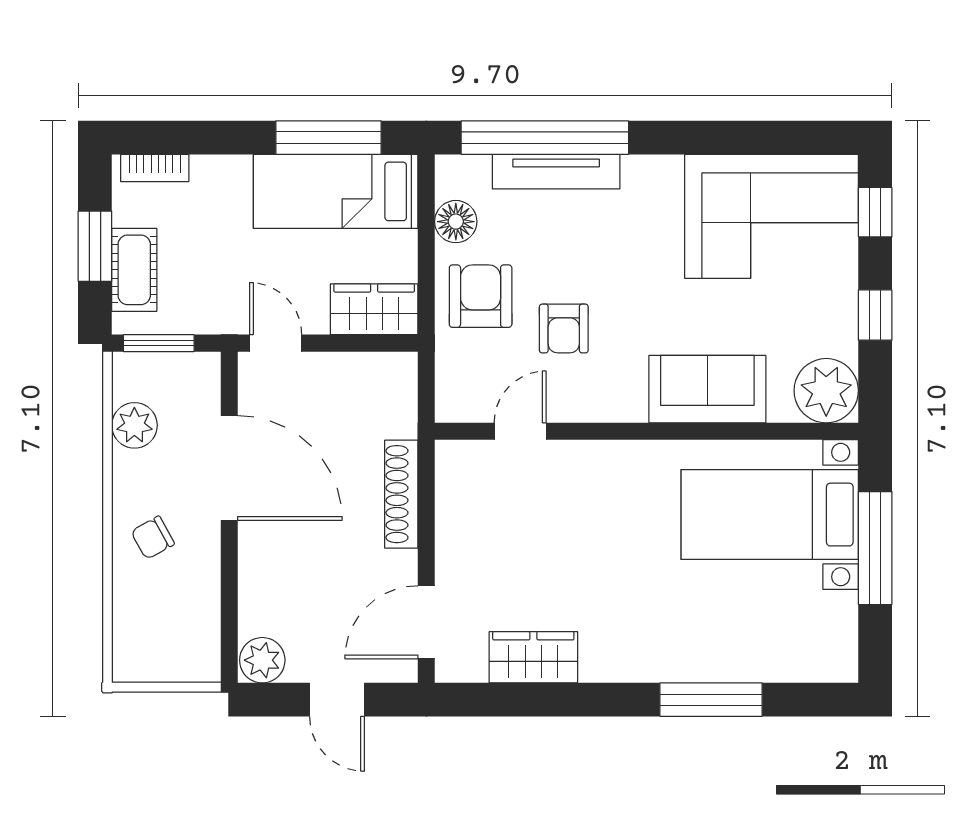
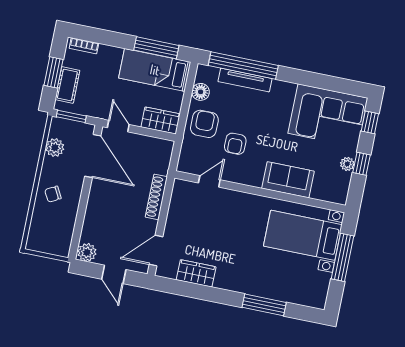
plant: (826, 391) -> (347, 164), moved, width x0.53, depth x0.53
door: (229, 468) -> (93, 156), moved

